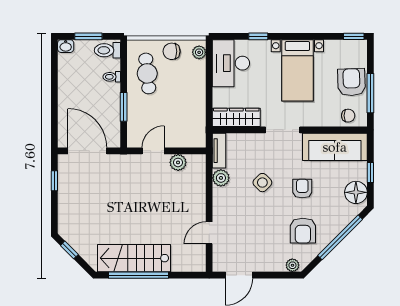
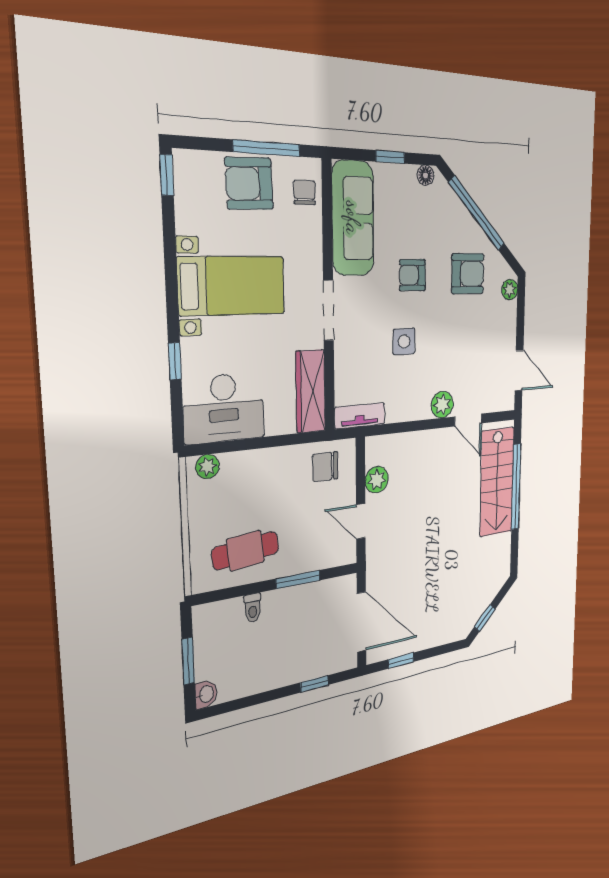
toilet: (107, 50) -> (210, 624), removed
chair: (172, 51) -> (325, 467), moved, turned 90
window: (54, 117) -> (314, 684), added
door: (87, 151) -> (362, 622), swing flipped
plant: (221, 178) -> (442, 405), moved
side table: (262, 183) -> (404, 341), turned 45
floor lamp: (356, 192) -> (425, 175), width x0.53, depth x0.53
stairs: (134, 258) -> (497, 482), moved
window: (139, 275) -> (516, 487), moved

